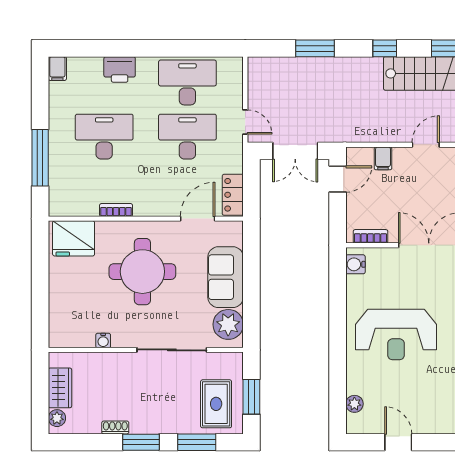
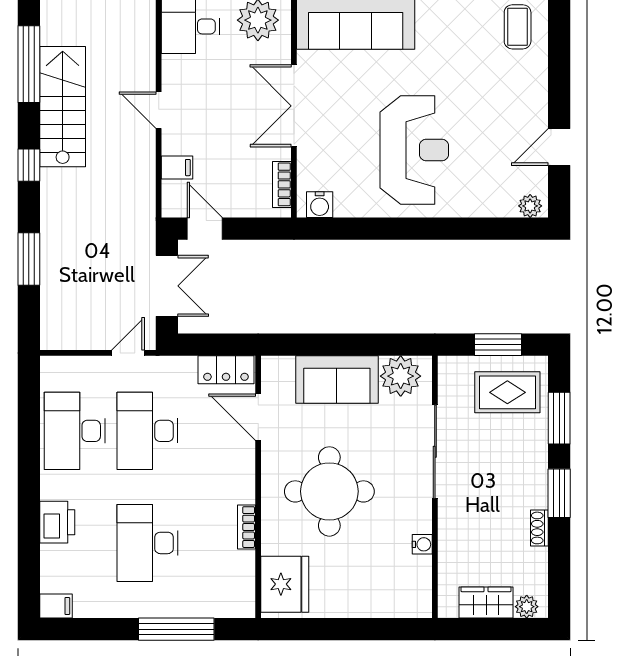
plant: (354, 404) -> (530, 206), moved

